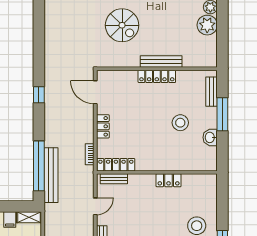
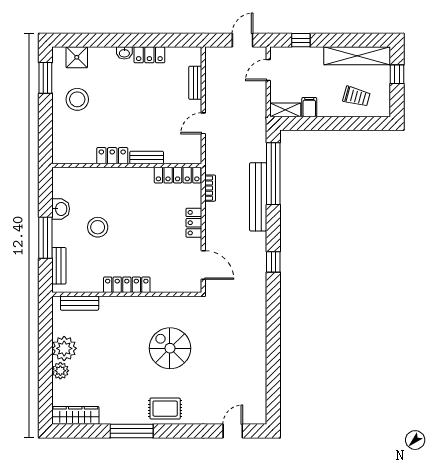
bench: (161, 62) -> (80, 303), moved, width x0.73
bench: (51, 175) -> (258, 197), moved
bench: (114, 179) -> (147, 158), moved

